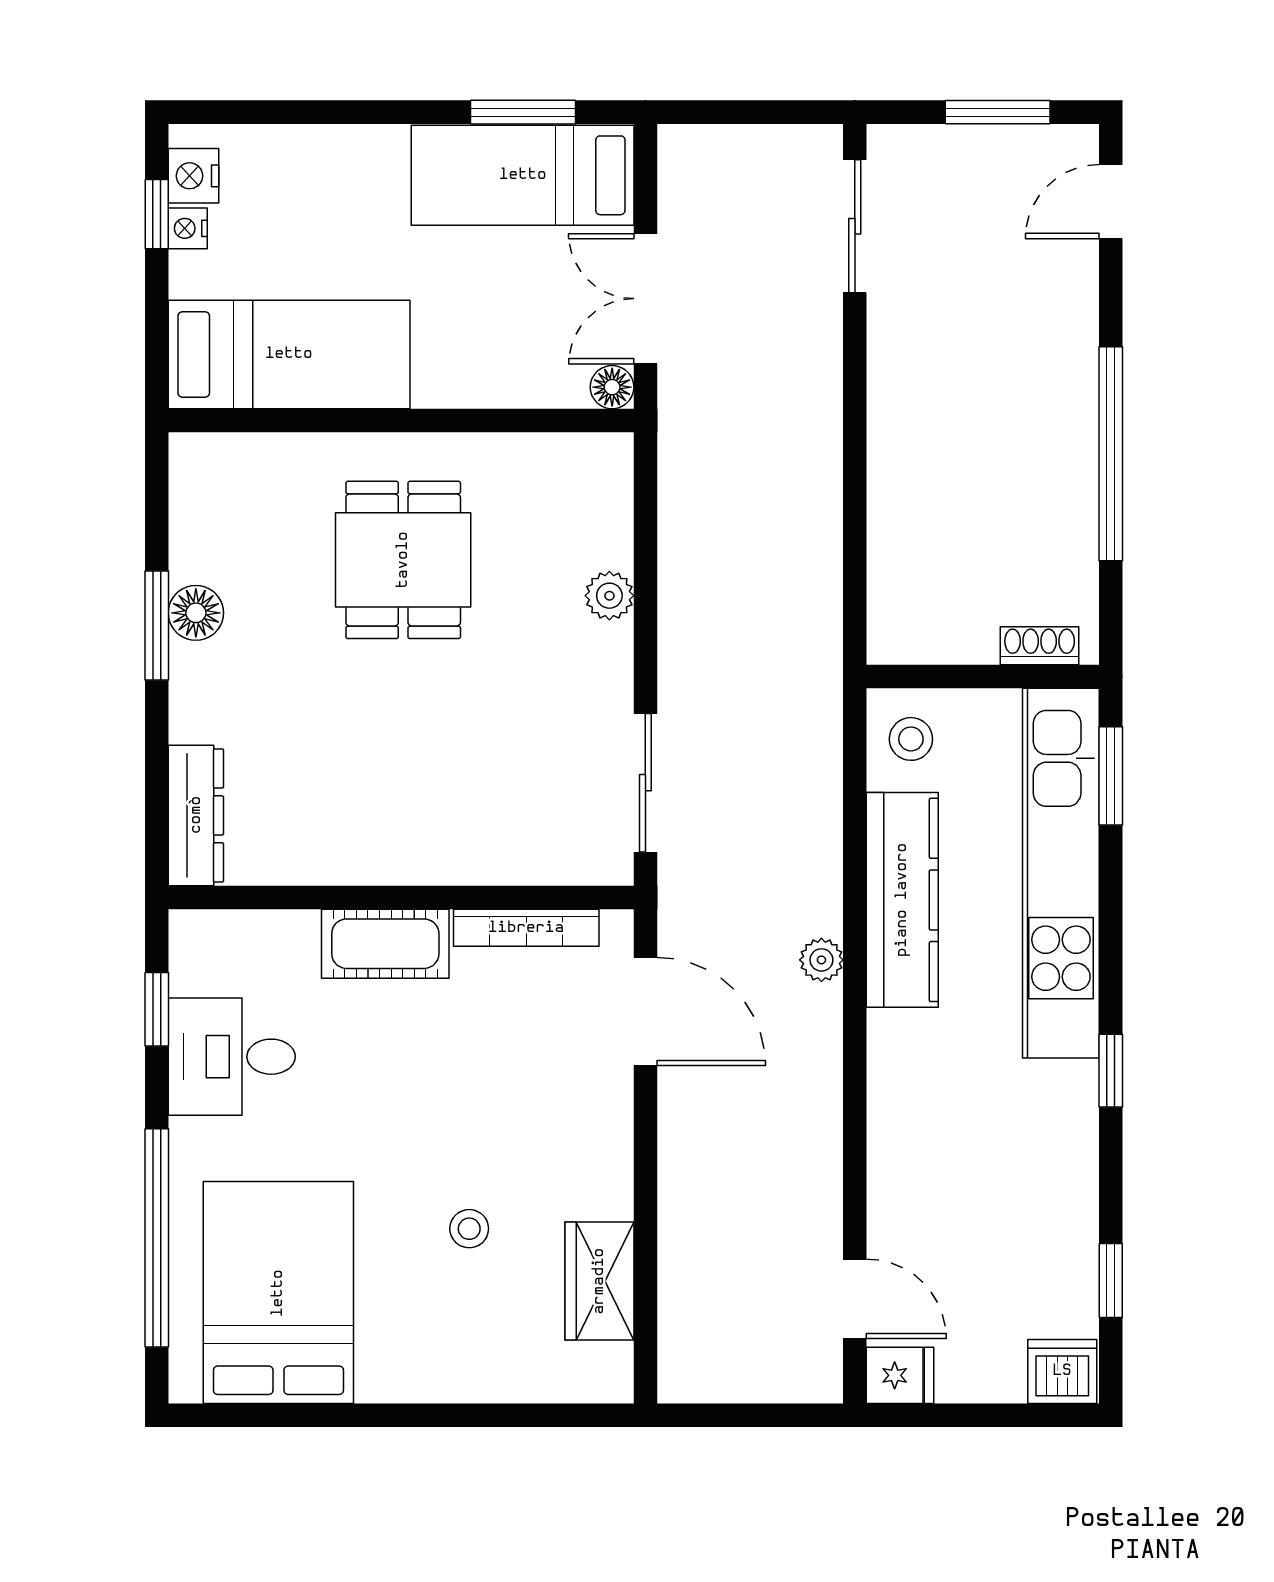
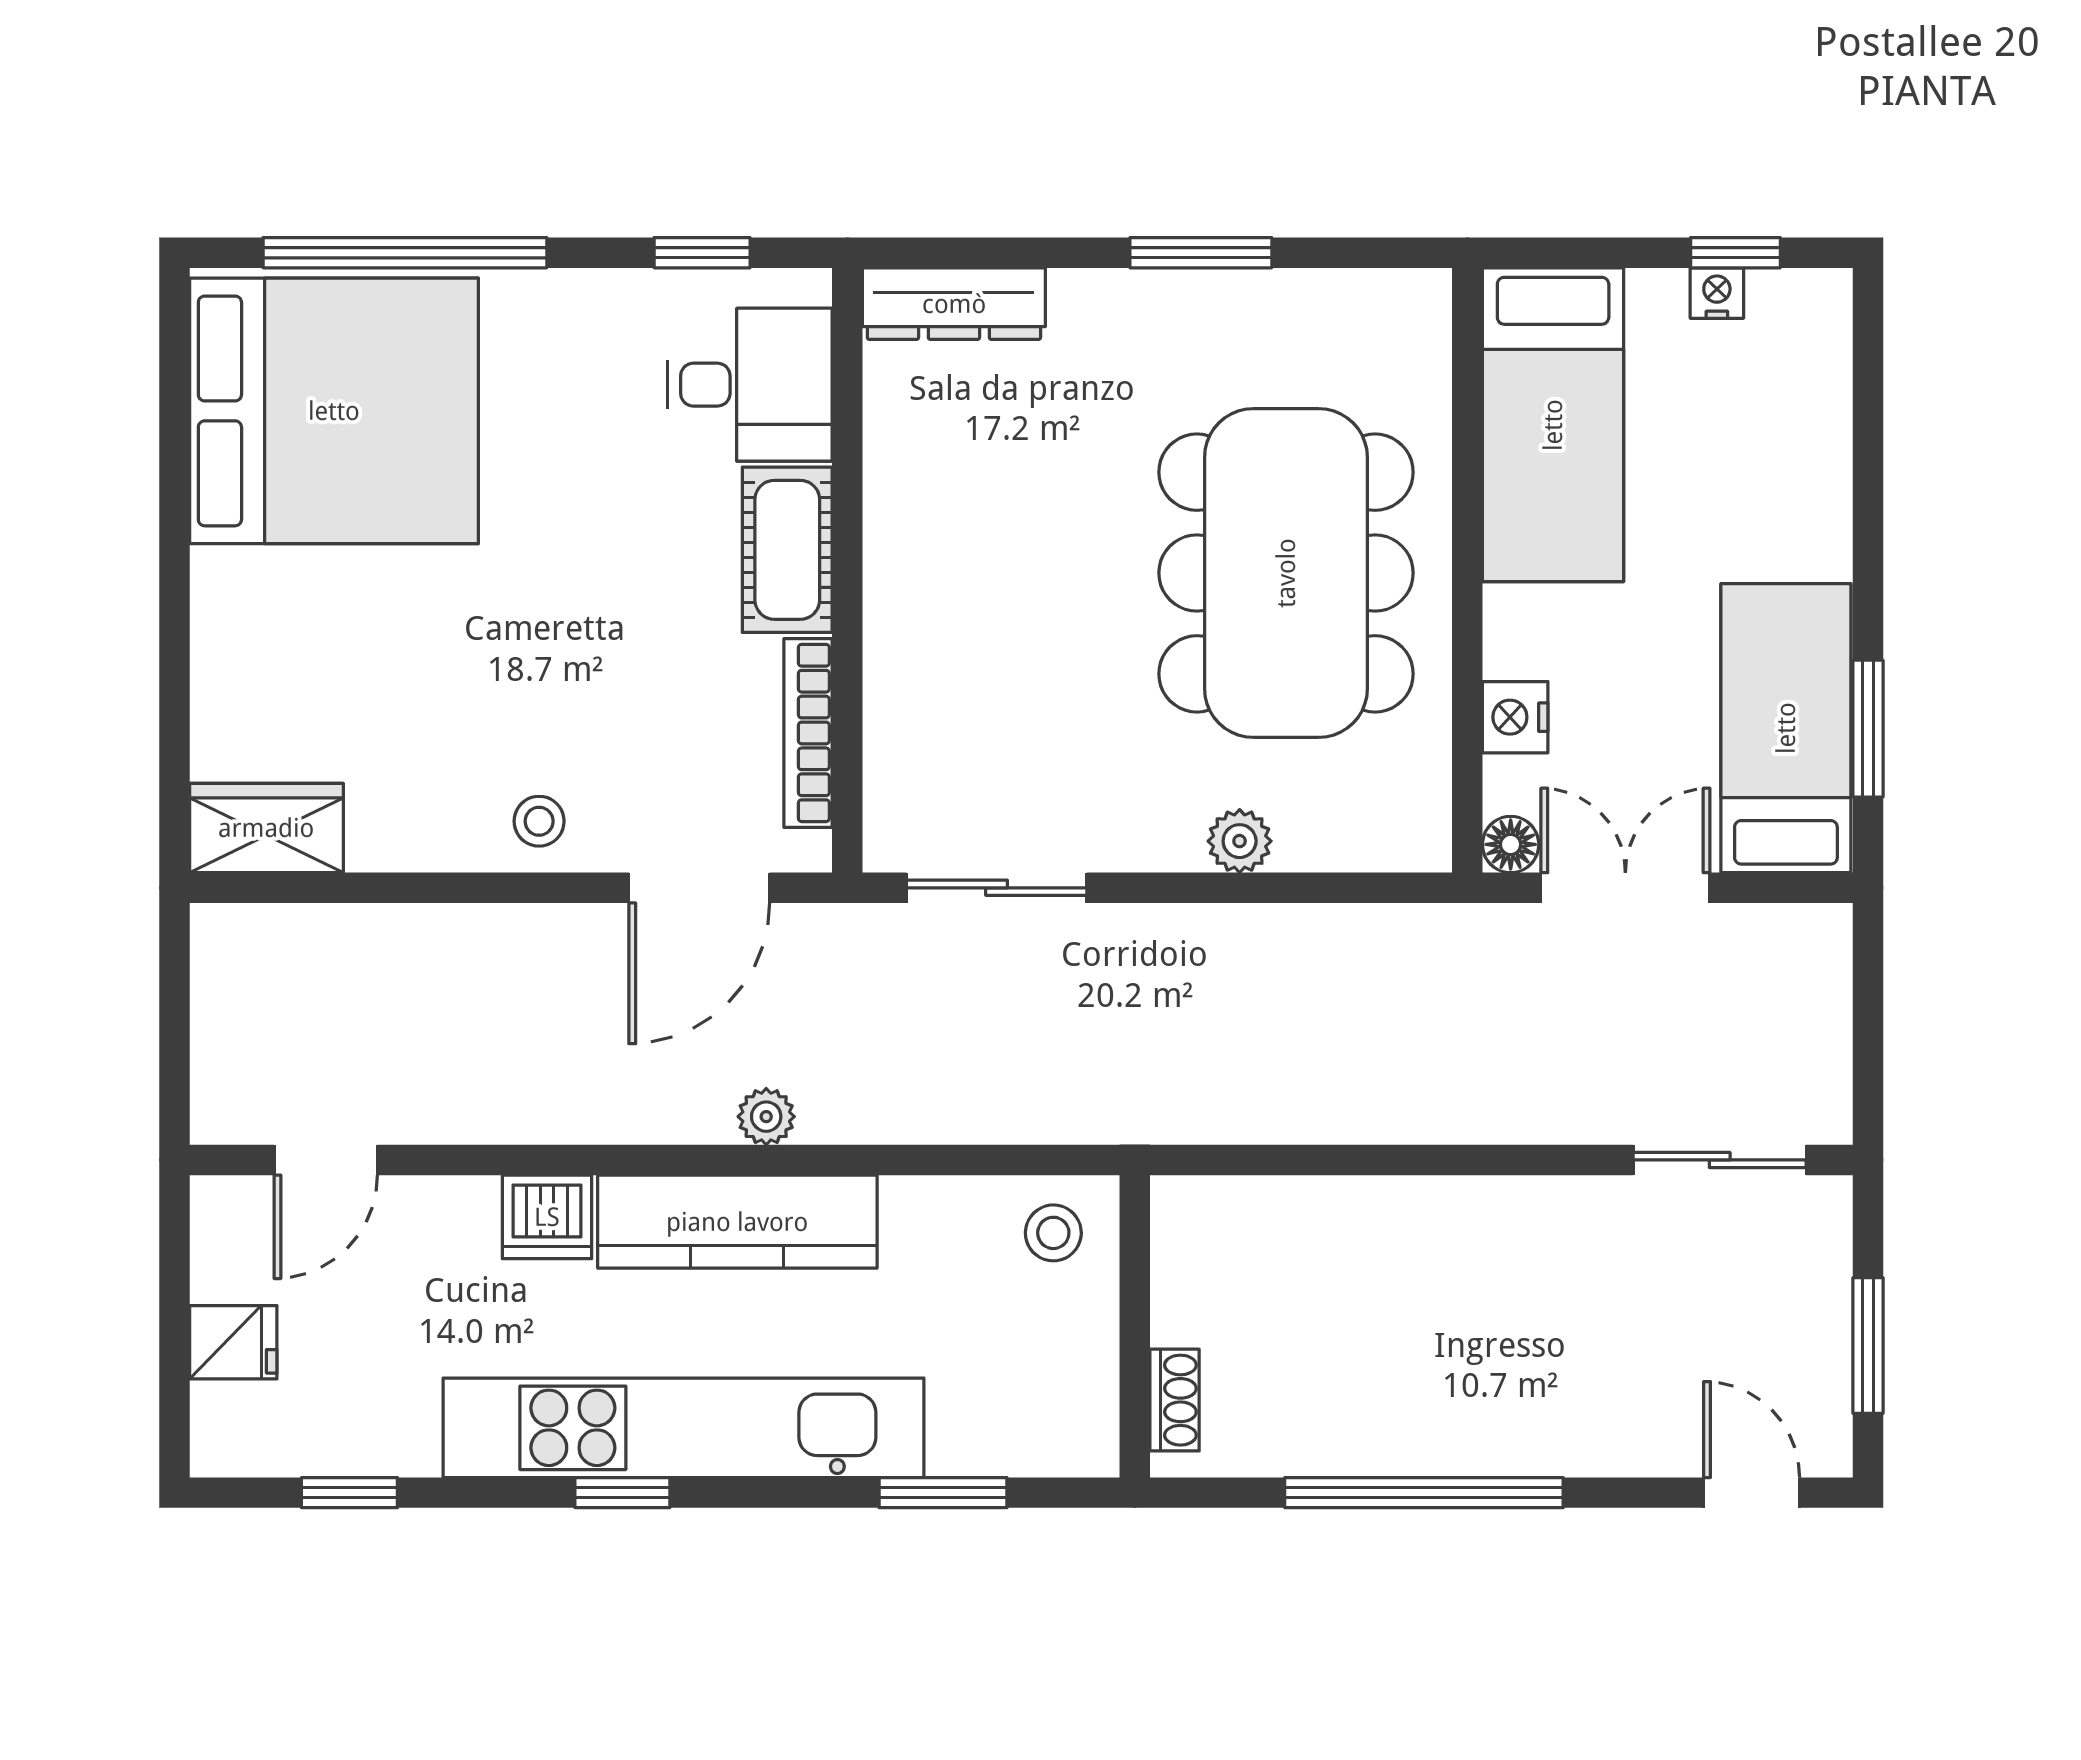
nightstand: (194, 176) -> (1515, 717), moved, turned -90
dining table: (403, 560) -> (1286, 573), width x1.88, depth x1.24
floor lamp: (196, 613) -> (1217, 304), removed
window: (1111, 776) -> (943, 1493), moved
kitchen unit: (1061, 873) -> (683, 1428), moved
kitchen counter: (902, 900) -> (737, 1222), moved
desk: (232, 1057) -> (750, 385), moved, turned 90
stool: (469, 1229) -> (539, 821), moved
wardrobe: (599, 1281) -> (266, 828), moved
bed: (278, 1293) -> (334, 411), width x1.36
dishwasher: (1062, 1371) -> (547, 1217), moved, turned 90
fridge: (900, 1375) -> (233, 1342), moved, turned -90

